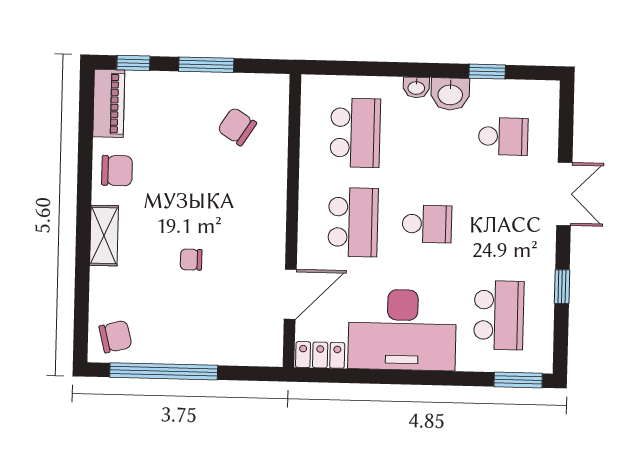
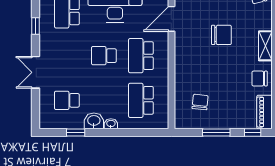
chair: (237, 127) -> (200, 102), turned -117
chair: (191, 260) -> (221, 35), width x1.87, depth x1.87

